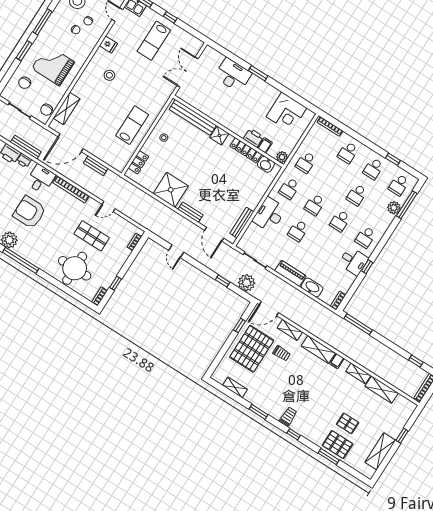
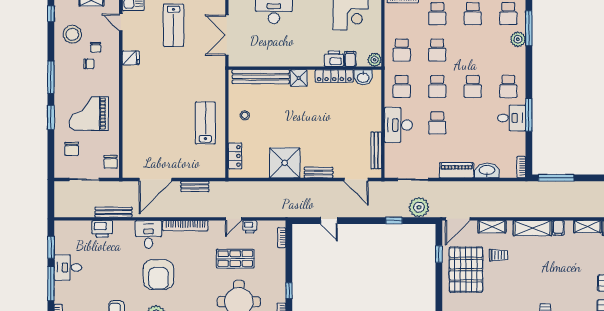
stool: (109, 75) -> (151, 88), removed
shelving: (67, 109) -> (130, 148), removed
printer: (24, 161) -> (250, 227), moved
school desk: (357, 195) -> (437, 50), moved
armchair: (29, 212) -> (158, 275), turned -90
window: (367, 267) -> (529, 115), width x2.17

